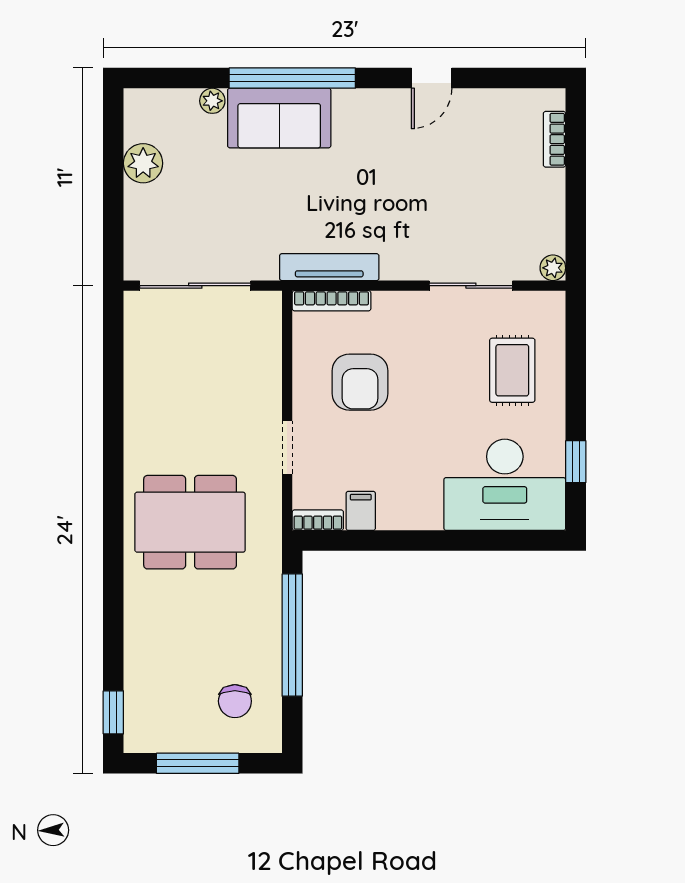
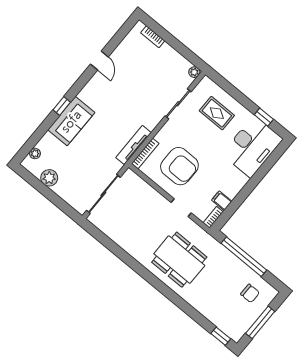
window: (292, 78) -> (62, 106), width x0.32
plant: (212, 101) -> (35, 154), moved
armchair: (360, 382) -> (179, 166), width x1.36, depth x1.36
dining table: (190, 522) -> (179, 260), turned 90

